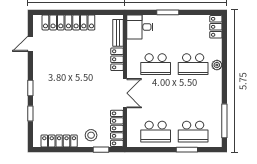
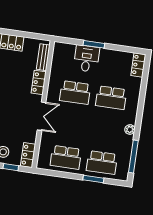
desk: (140, 27) -> (86, 59), moved, turned 90
plant: (217, 65) -> (130, 129), moved
locker: (117, 128) -> (28, 155), width x0.66

